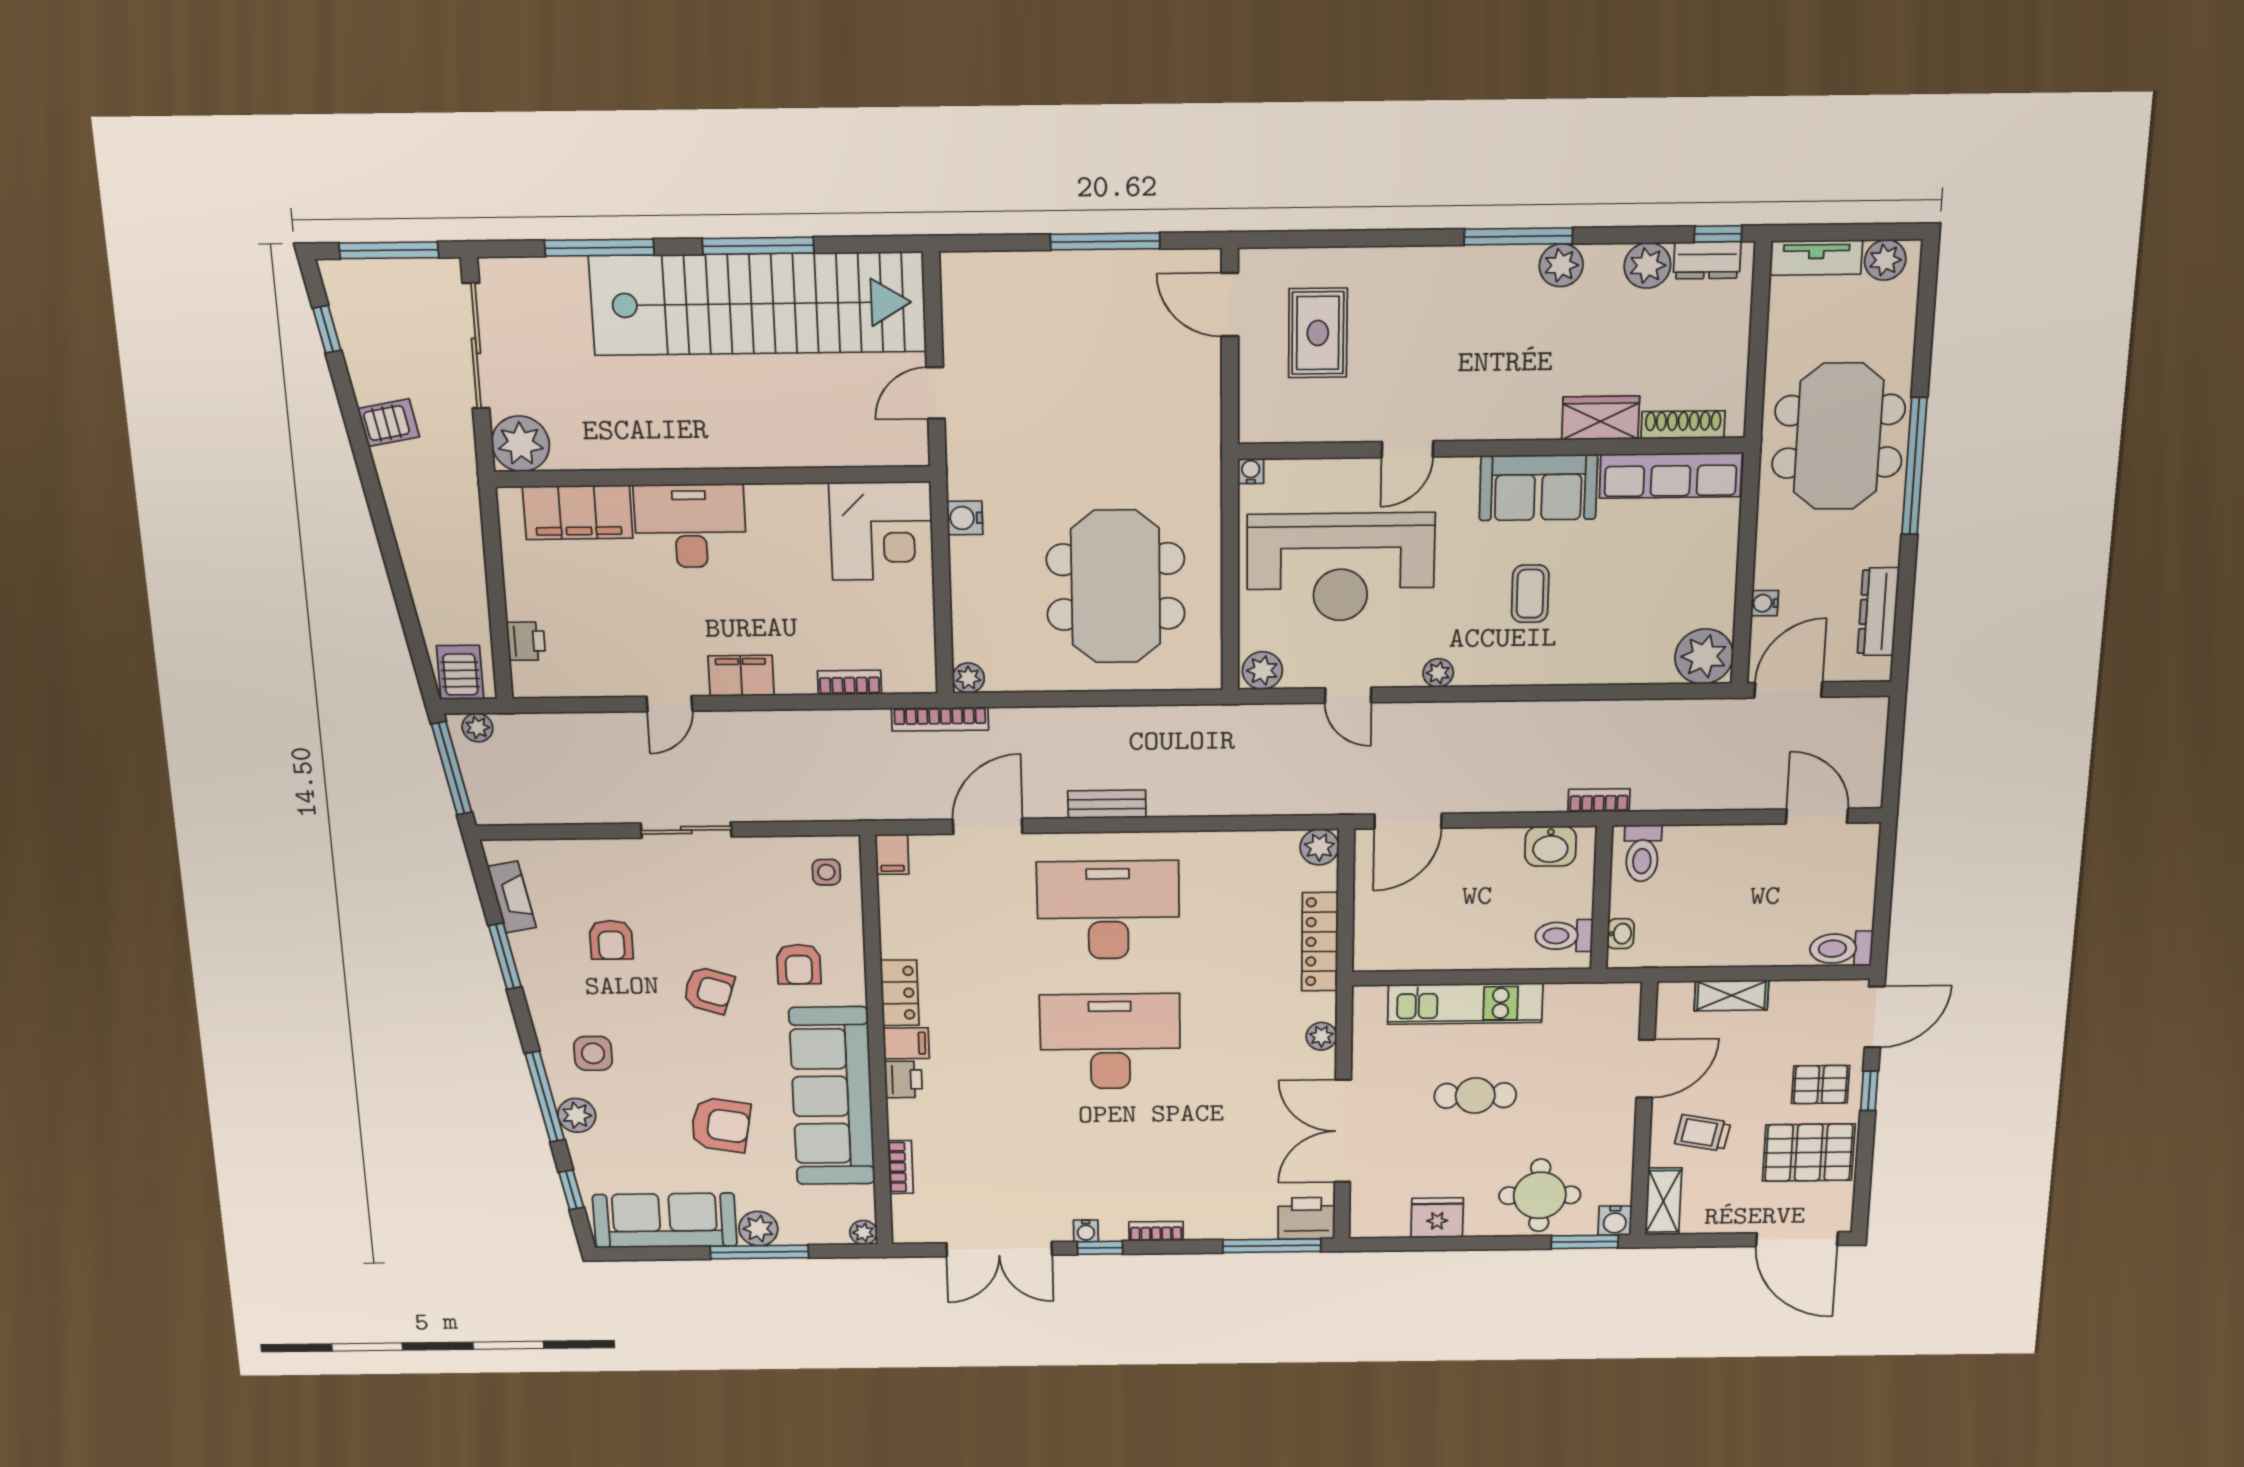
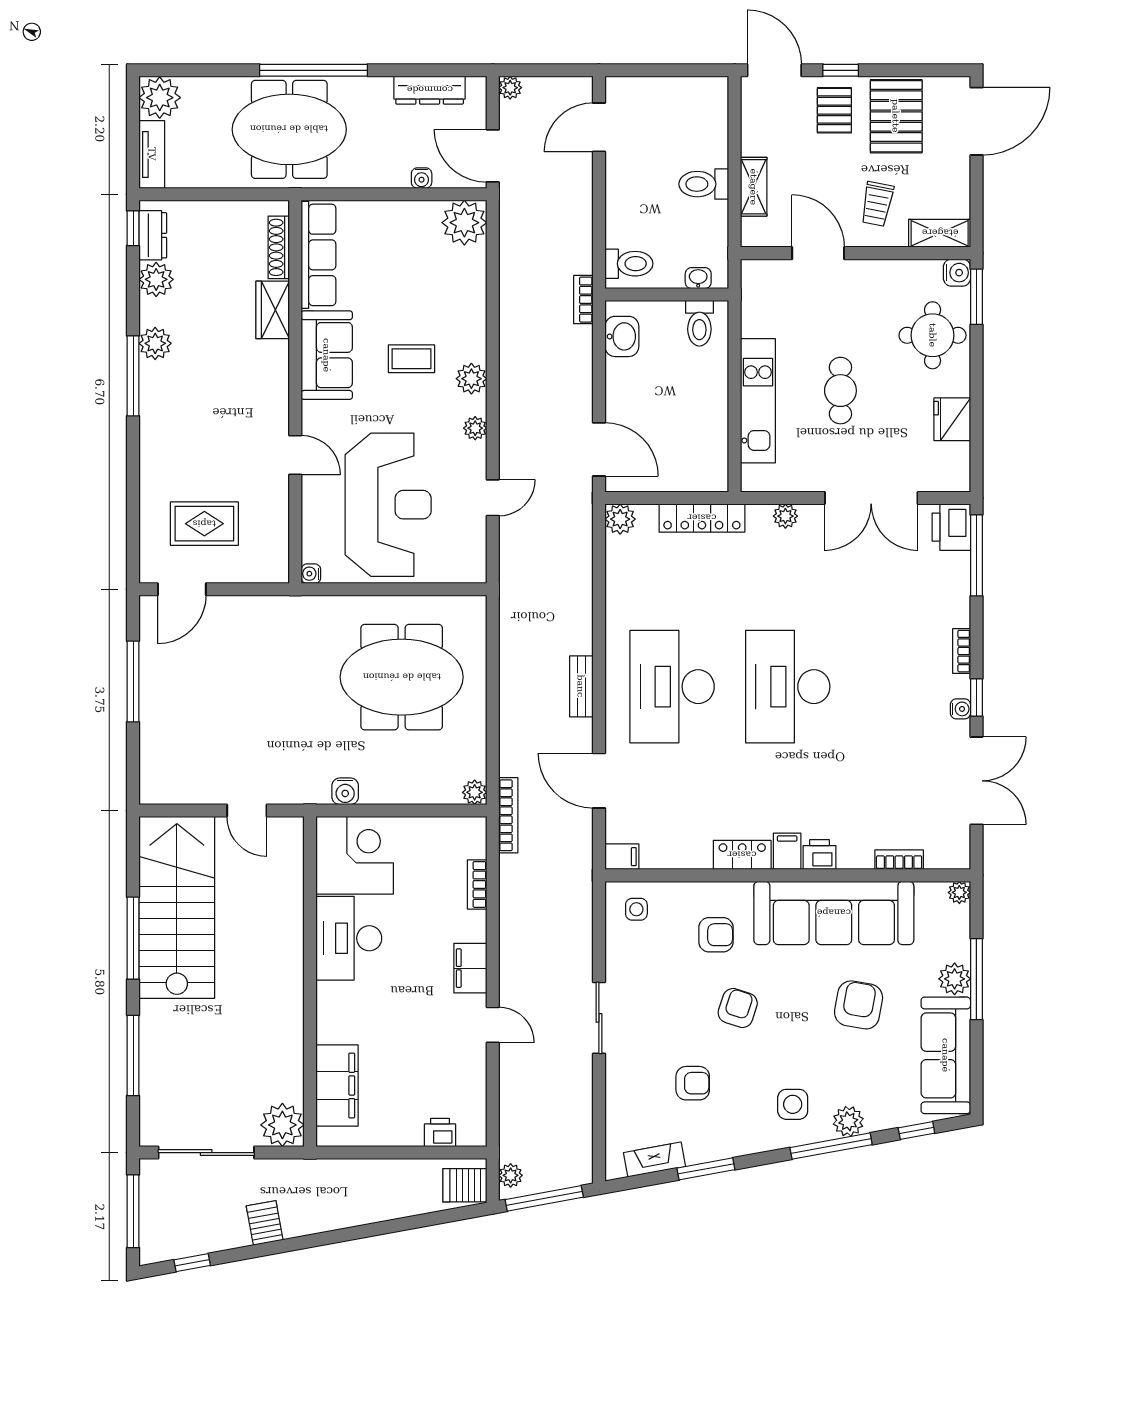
plant: (1885, 260) -> (160, 98), width x1.36, depth x1.36
stairs: (758, 304) -> (177, 907), width x0.73
desk: (690, 526) -> (349, 938), moved
plant: (1262, 671) -> (471, 379), moved
plant: (1874, 710) -> (510, 88), added
toilet: (1841, 949) -> (704, 184), moved, turned 90

